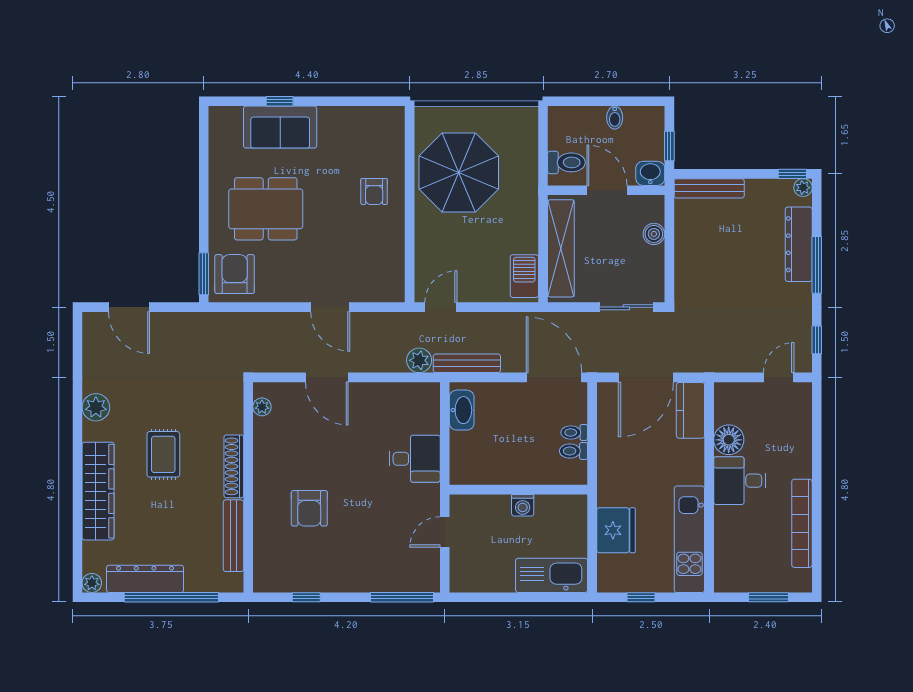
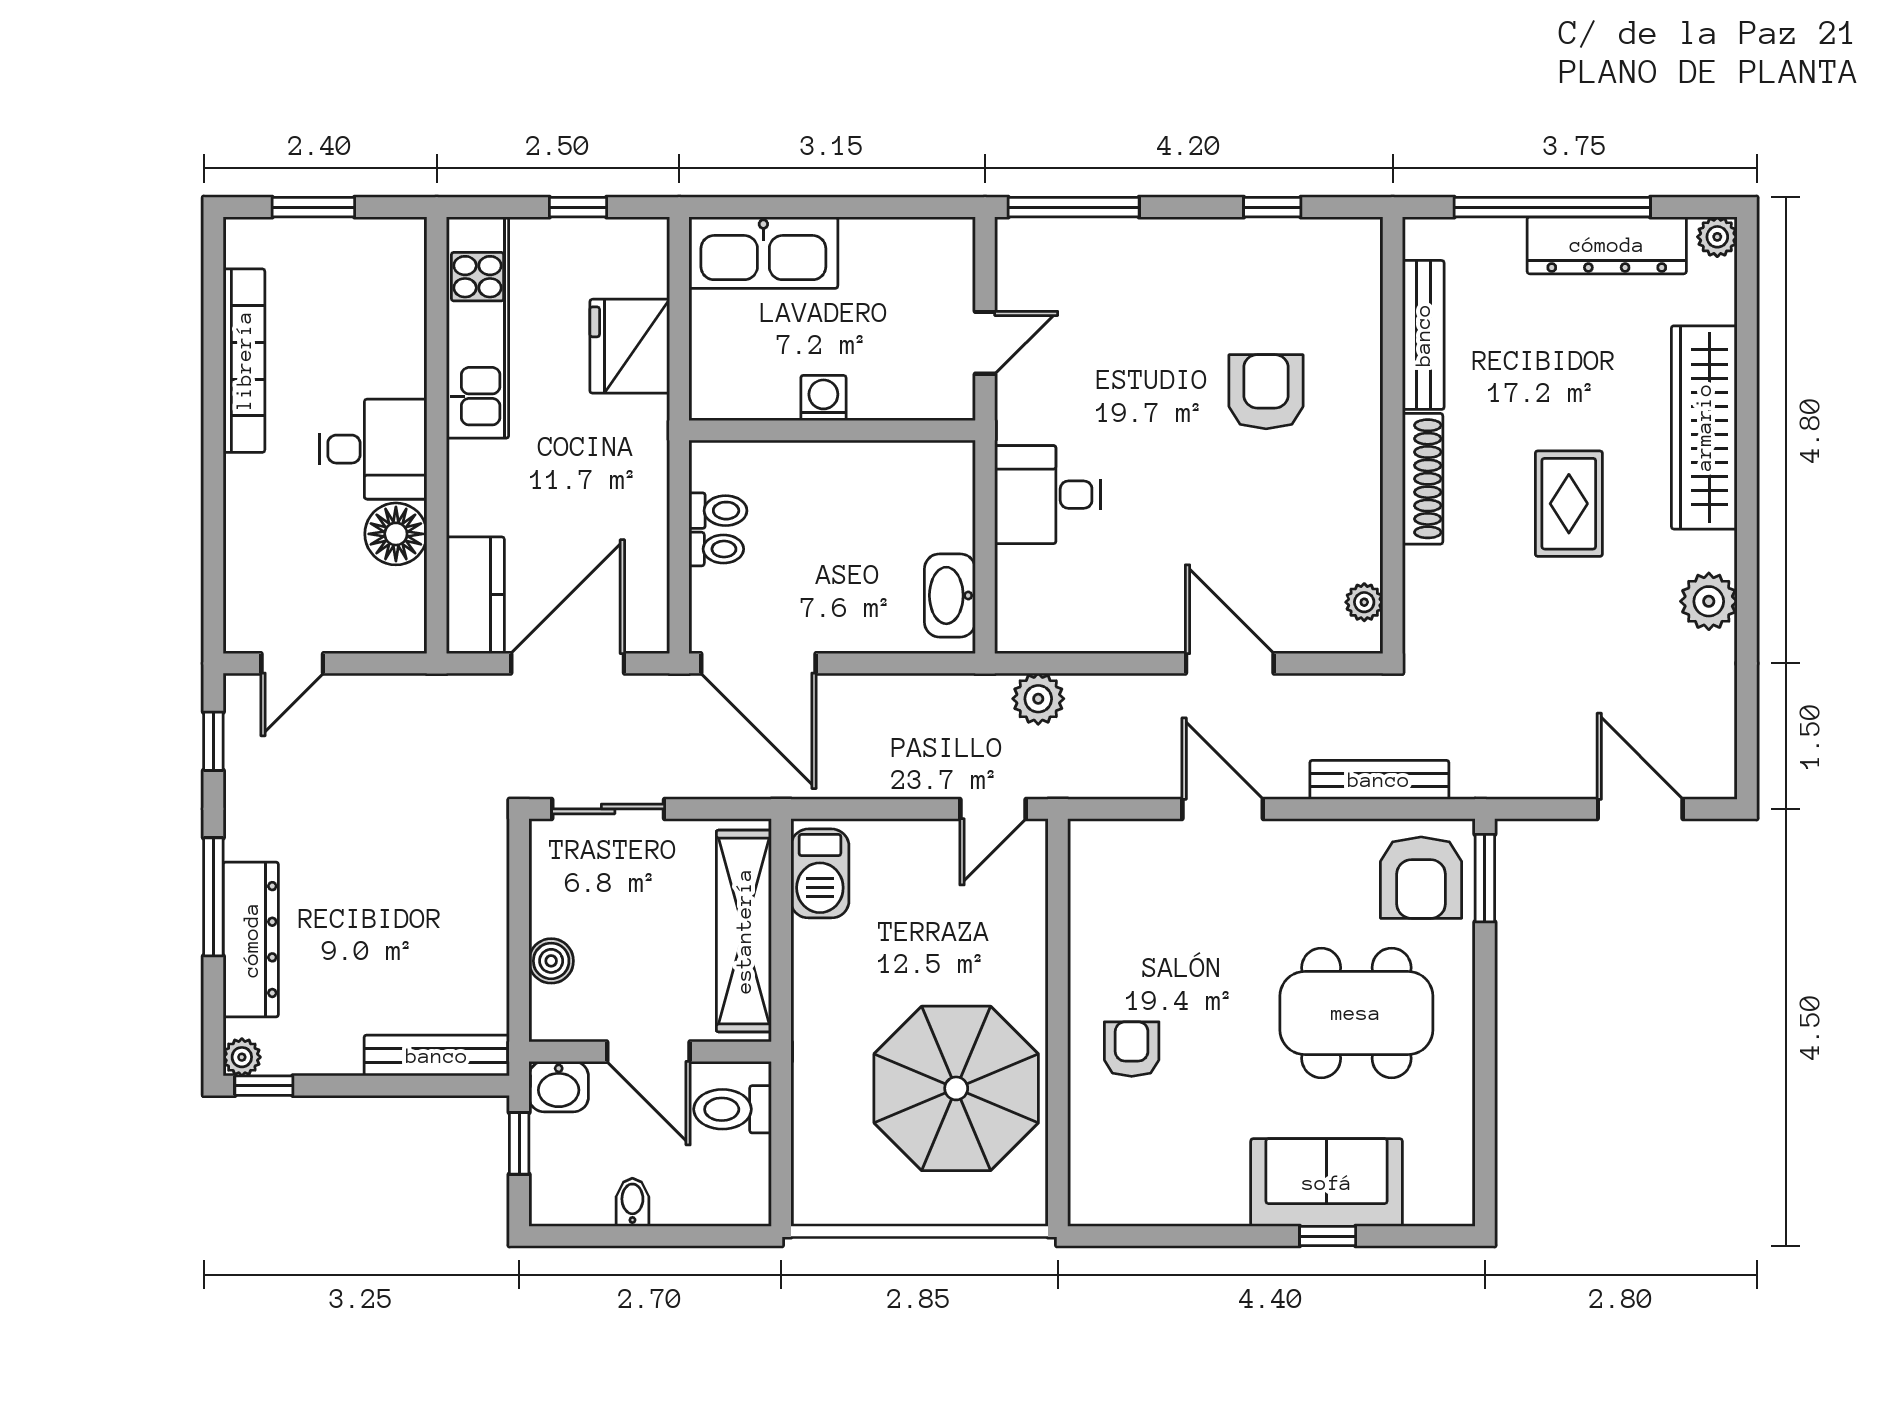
bench: (467, 363) -> (1379, 780), moved

